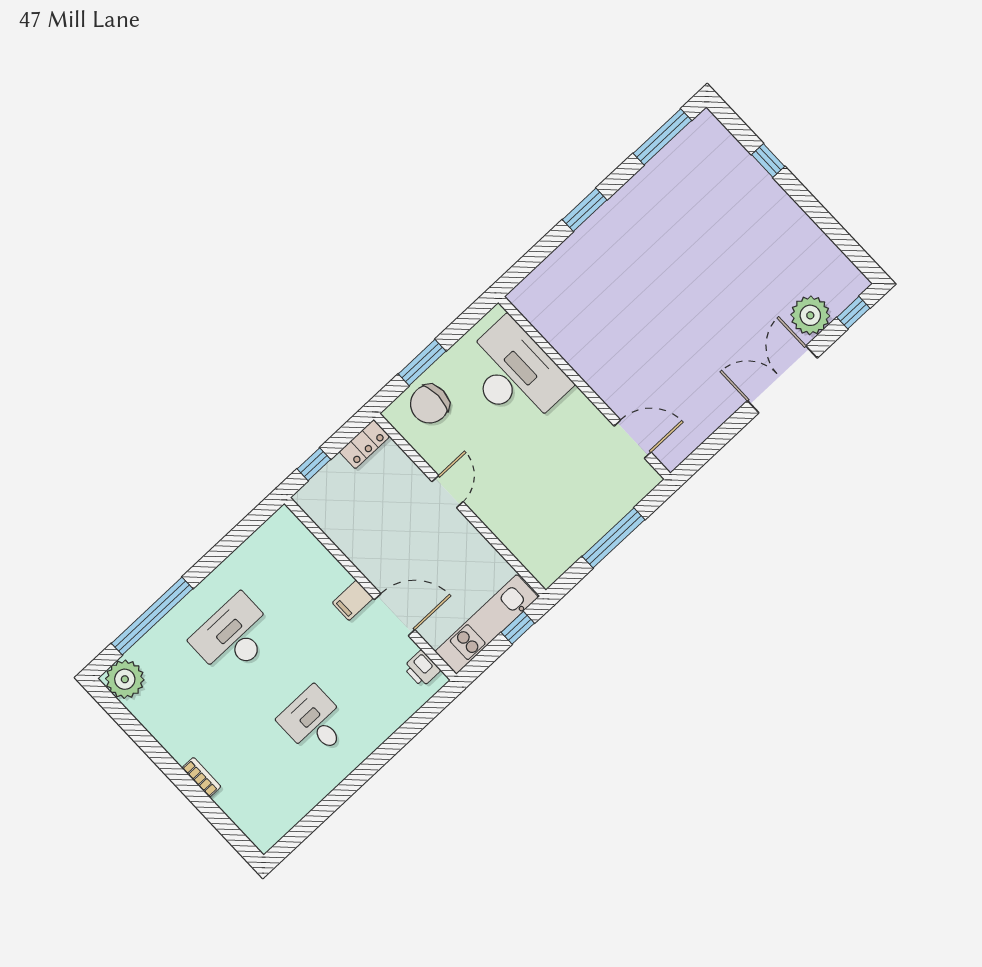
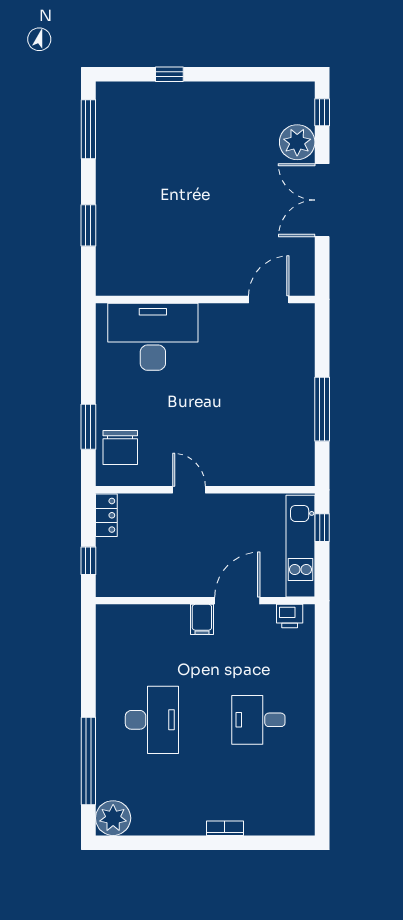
desk: (515, 374) -> (153, 337), moved
wall: (584, 388) -> (205, 299), moved
door: (633, 439) -> (269, 299), moved
desk: (234, 636) -> (152, 720), turned 180

